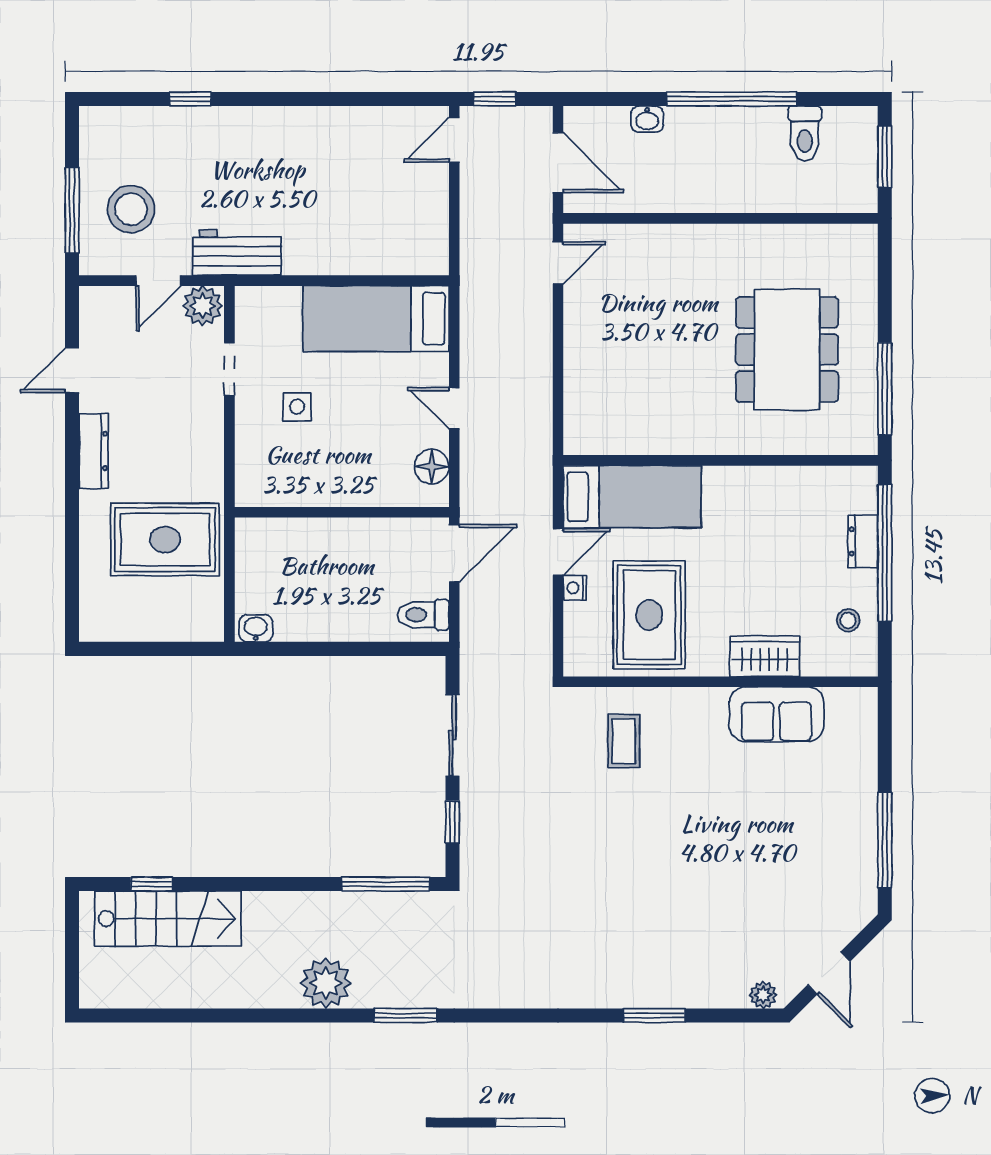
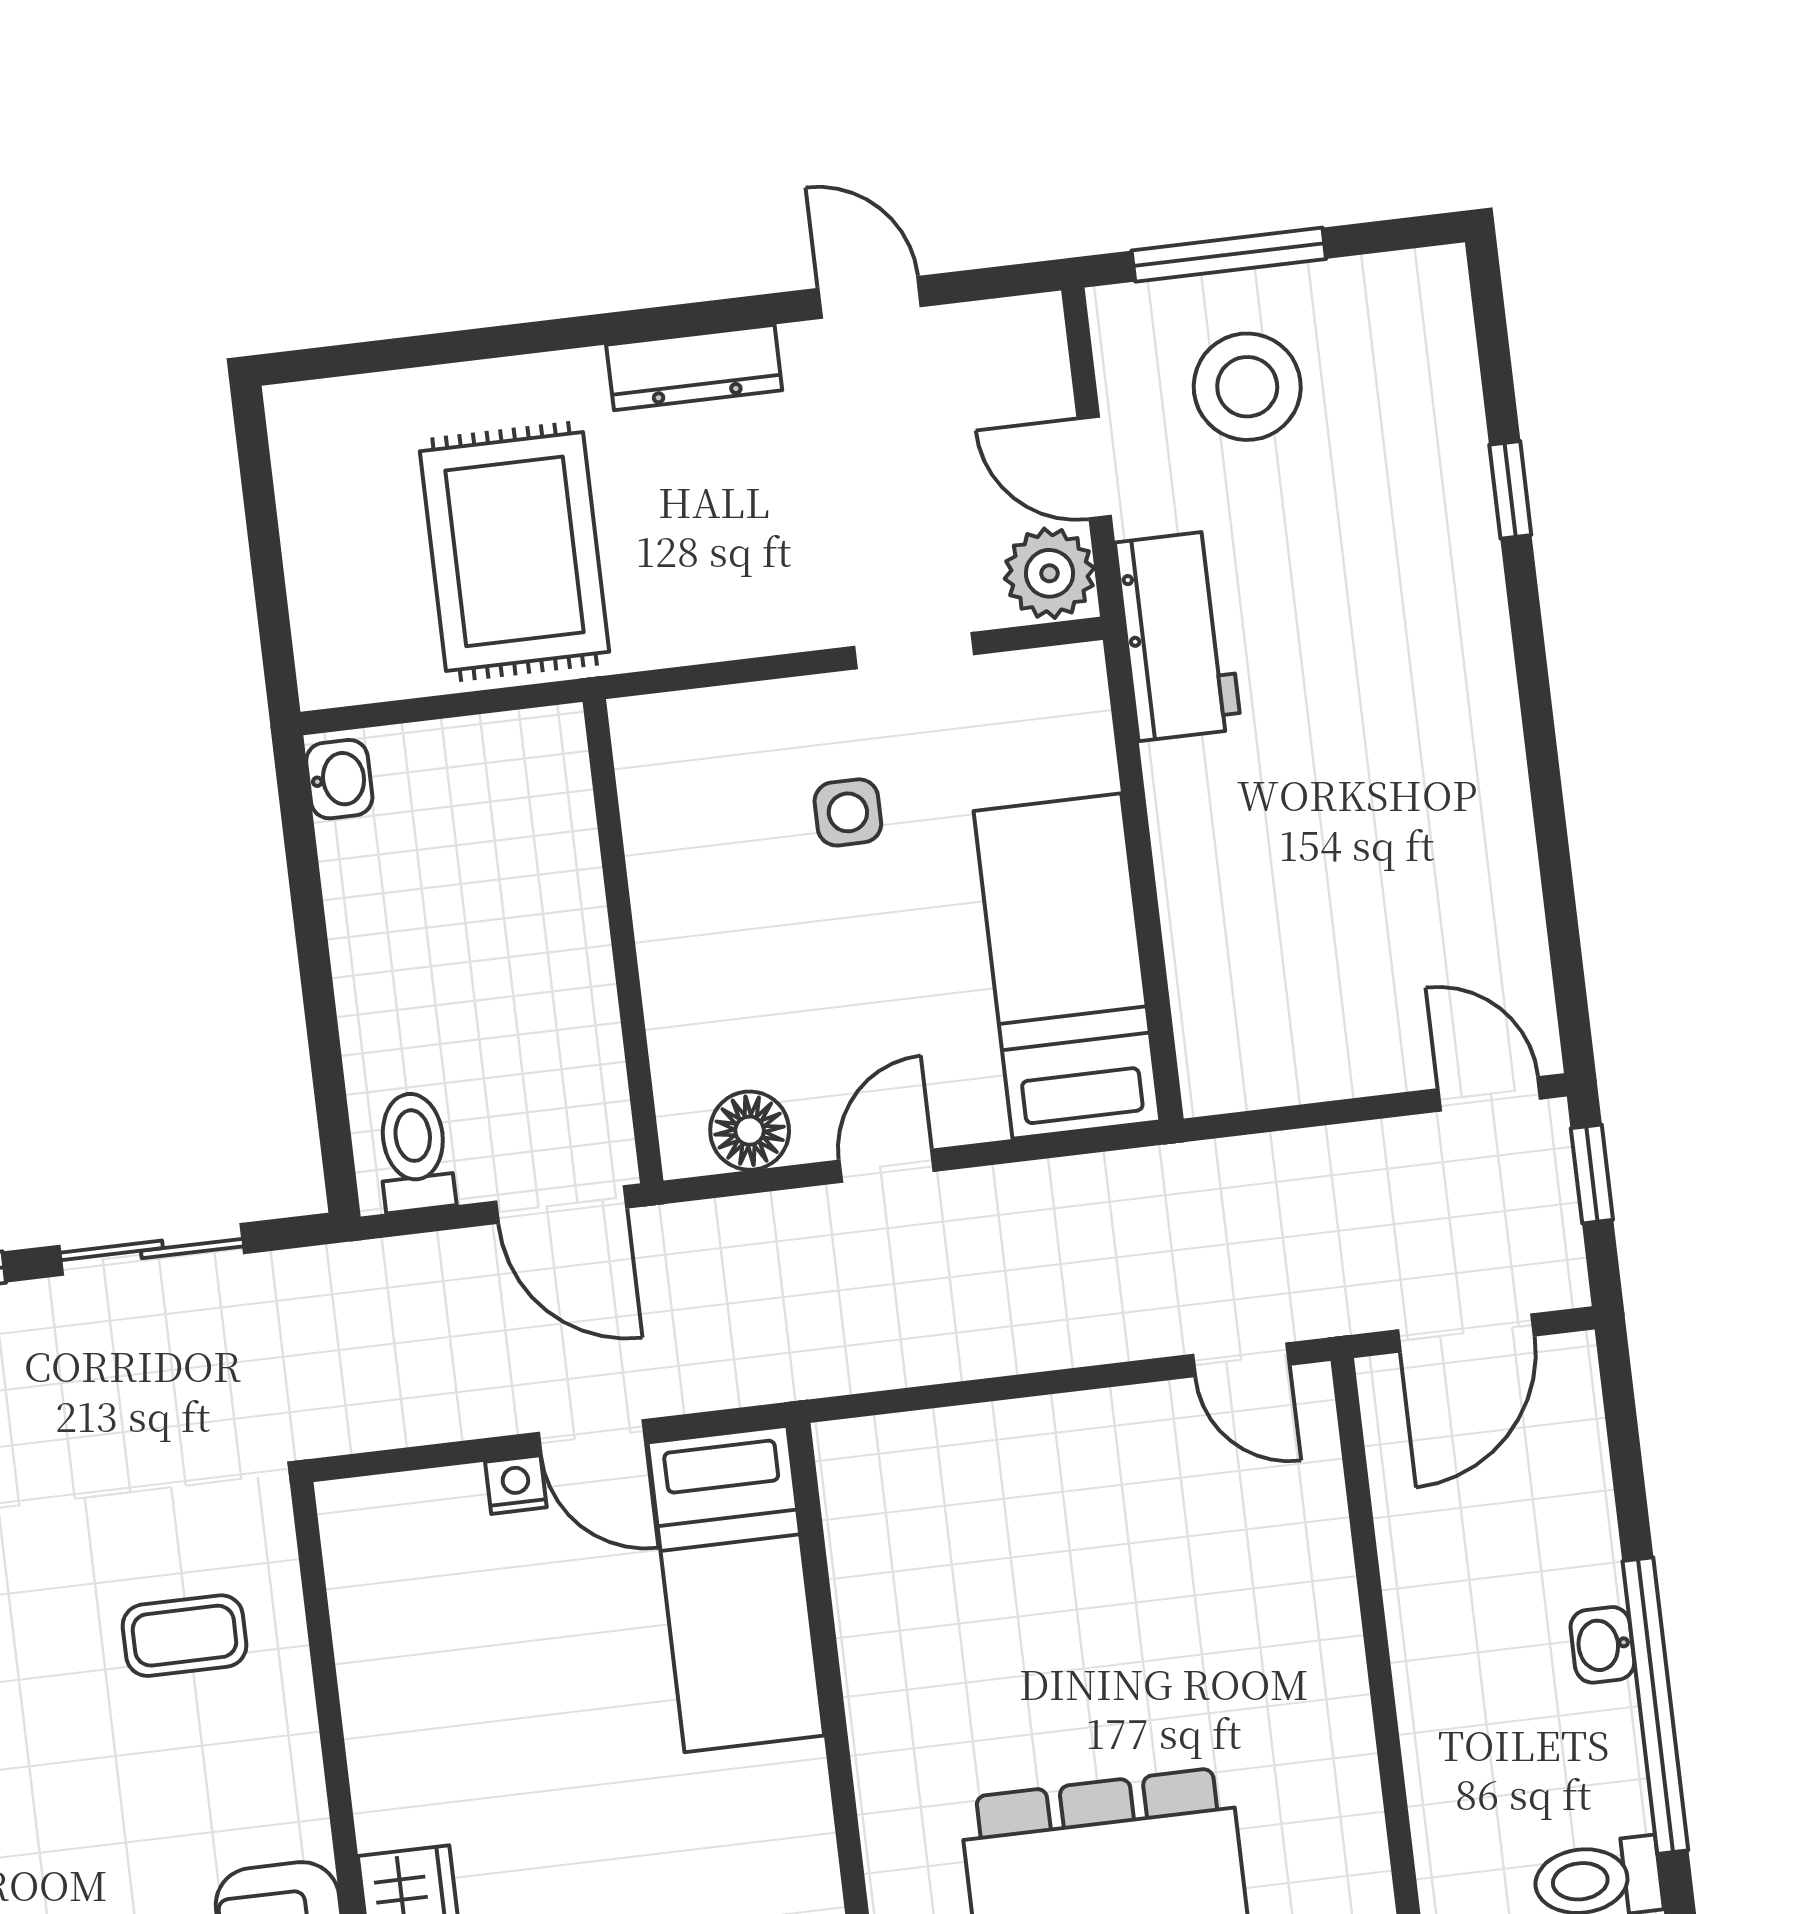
washbasin: (647, 119) -> (1602, 1645), moved
rug: (649, 615) -> (475, 1659), removed

